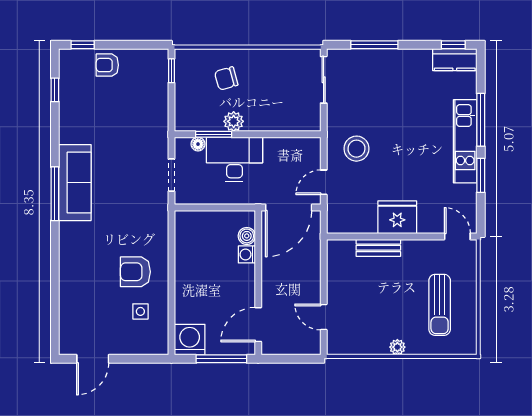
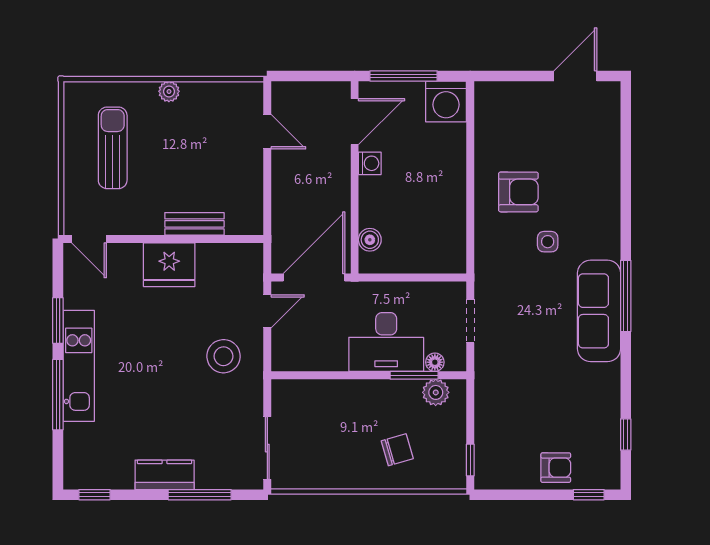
kitchen counter: (455, 60) -> (165, 475), moved
plant: (234, 121) -> (436, 392), moved
washing machine: (247, 254) -> (370, 163), moved
side table: (140, 311) -> (548, 242), moved

